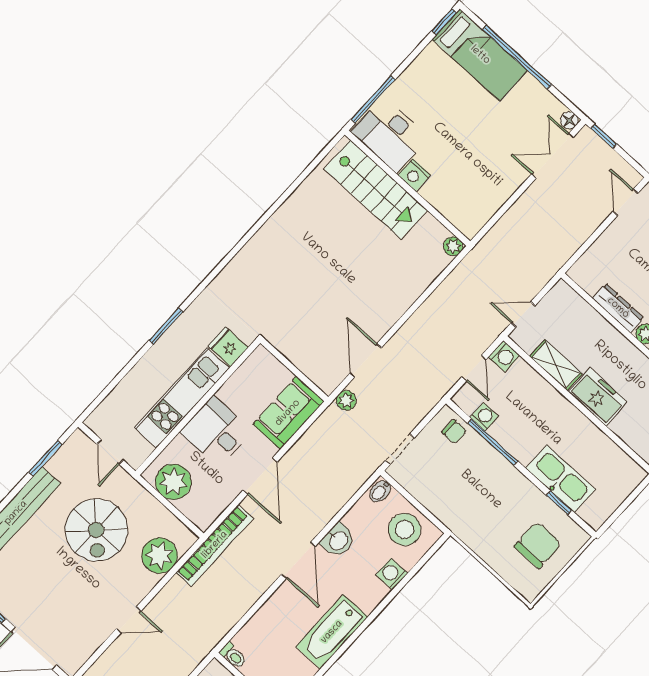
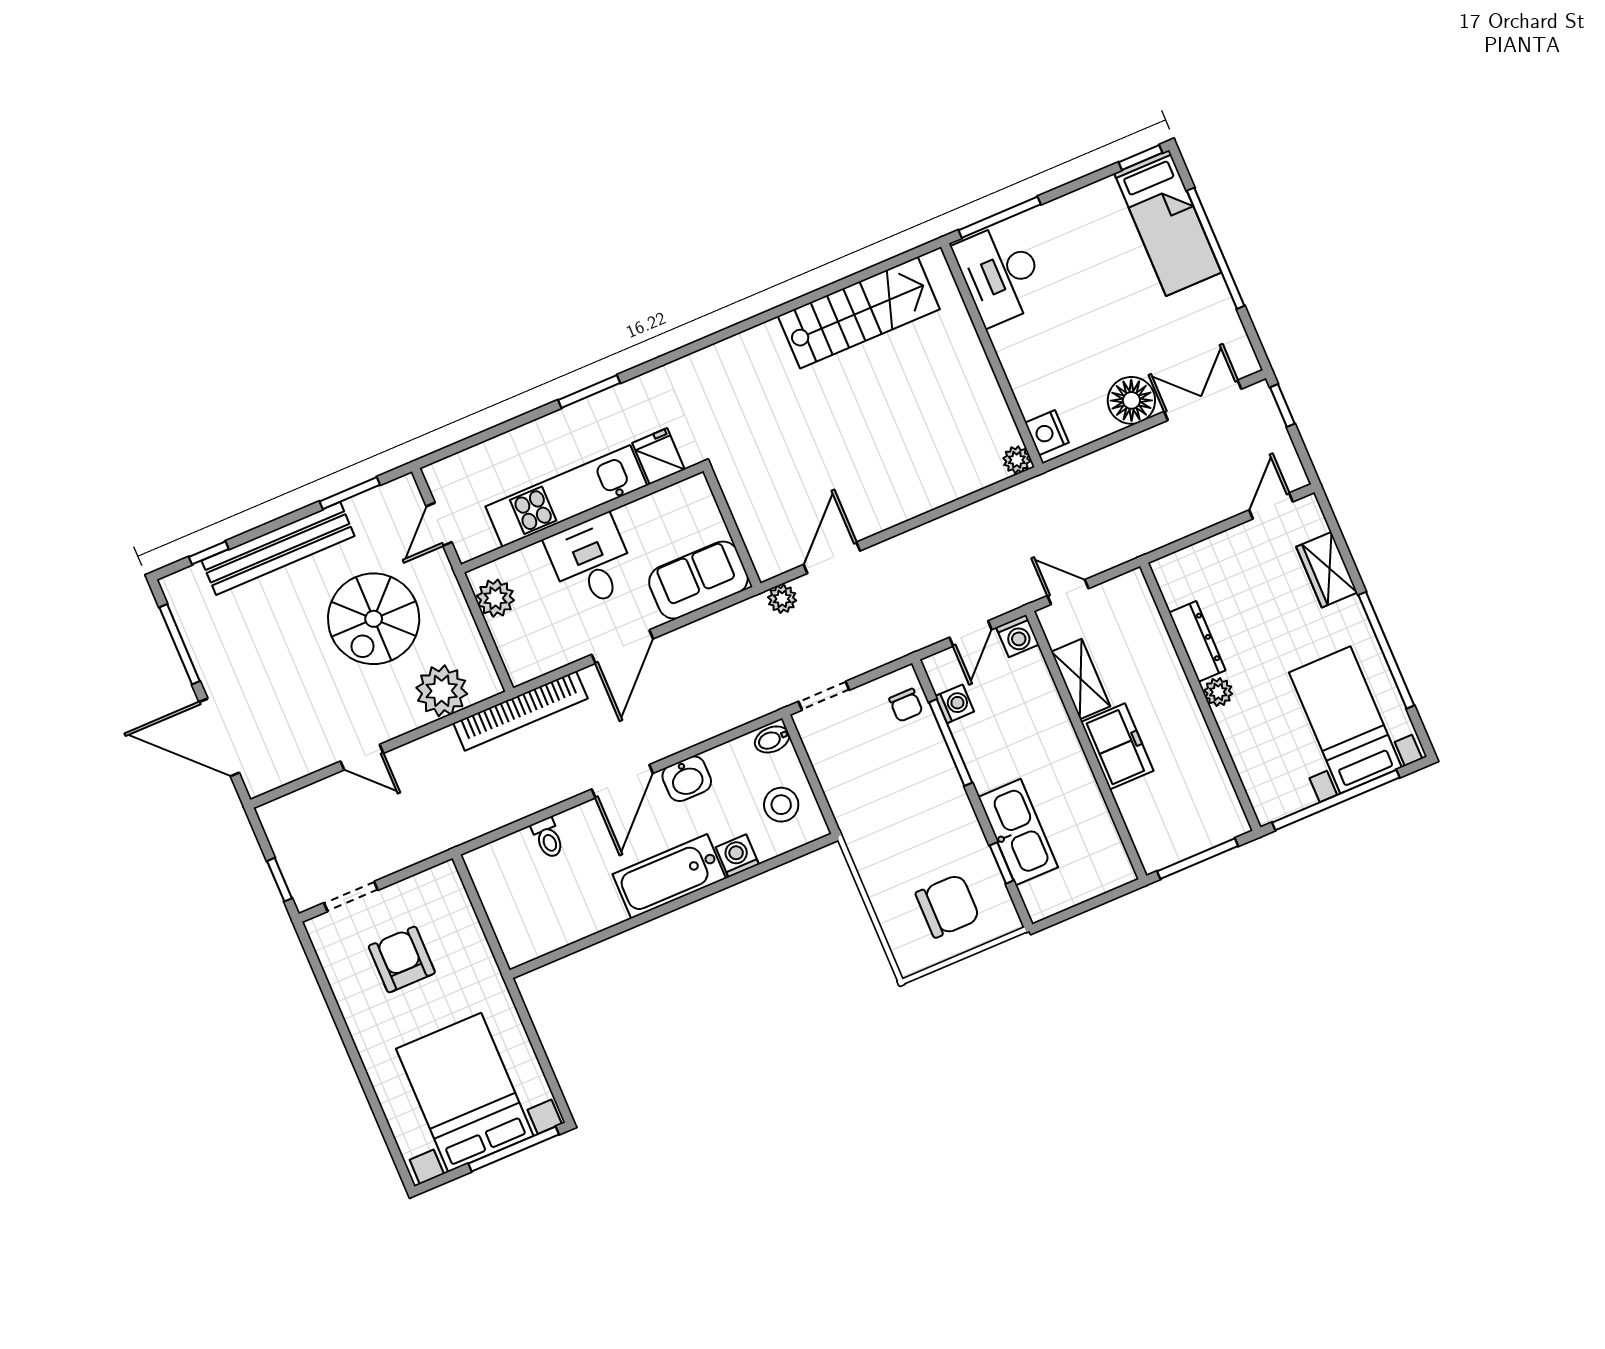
floor lamp: (569, 120) -> (1131, 400), moved, width x1.89, depth x1.89
nightstand: (414, 175) -> (1047, 433), moved
stairs: (376, 189) -> (859, 313), moved, turned -90
plant: (173, 482) -> (495, 598), width x0.73, depth x0.73
stool: (405, 529) -> (781, 805), width x0.73, depth x0.73
bathtub: (332, 632) -> (669, 876), moved
toilet: (233, 655) -> (548, 838), moved

